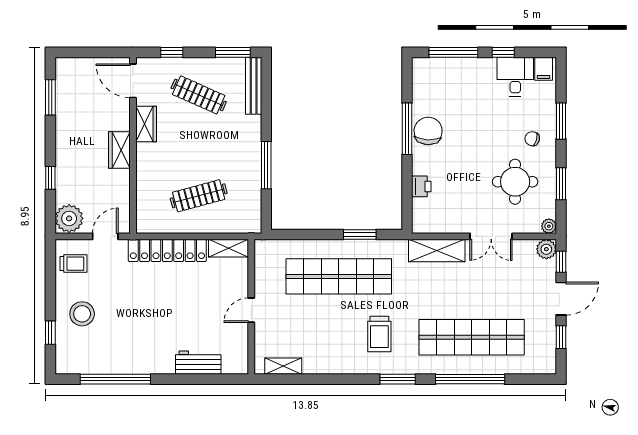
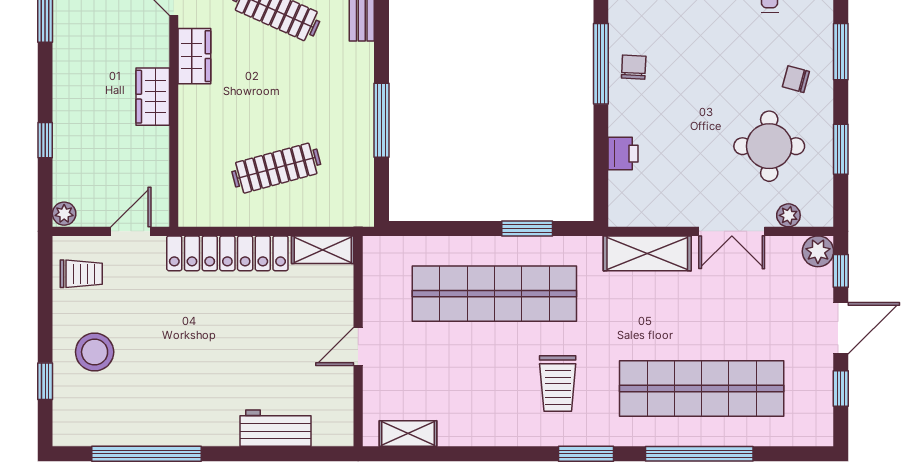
chair: (428, 131) -> (634, 67), width x0.54, depth x0.54
plant: (69, 218) -> (64, 214), width x0.53, depth x0.53
plant: (549, 226) -> (788, 215), moved

